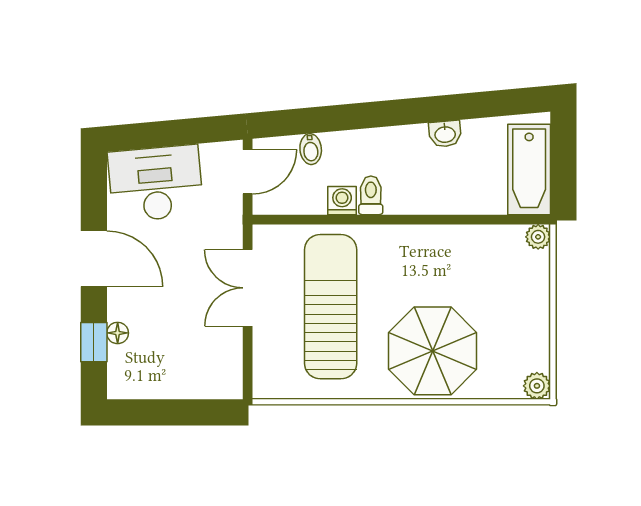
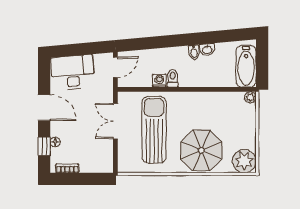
bidet: (311, 149) -> (194, 52), moved
plant: (537, 386) -> (244, 161), width x1.88, depth x1.88
bookcase: (144, 390) -> (67, 168), added

